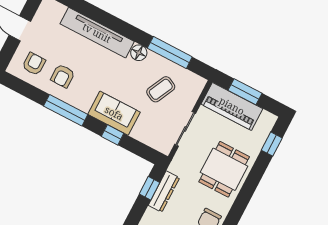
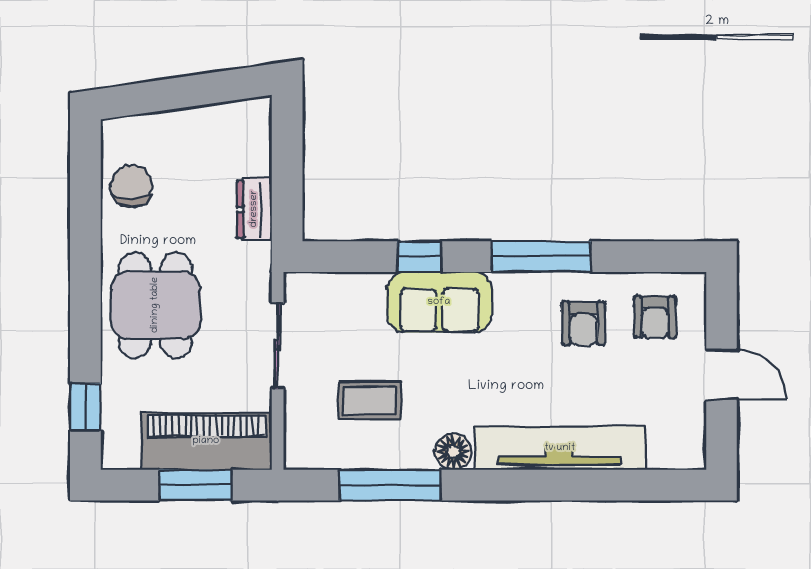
armchair: (63, 76) -> (583, 323), turned 180
coffee table: (161, 89) -> (370, 401), turned 64
window: (150, 188) -> (287, 187), removed
dresser: (164, 191) -> (254, 209), width x0.70

